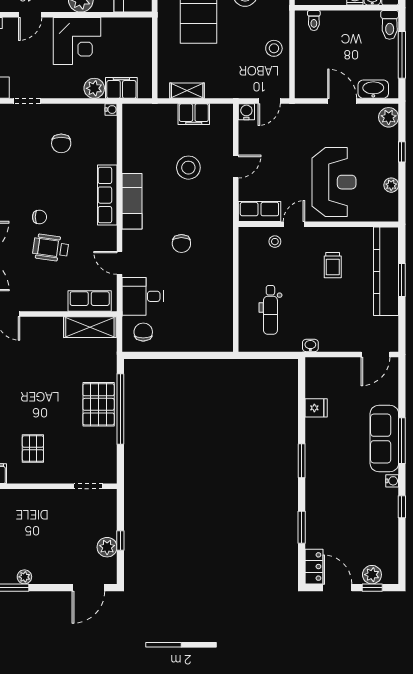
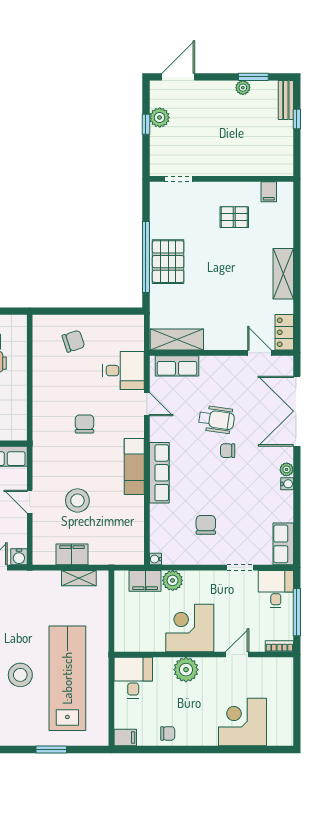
door: (236, 167) -> (30, 502), hinge flipped
chair: (143, 332) -> (73, 341), moved, turned -108
pallet: (33, 449) -> (234, 217), turned 90

